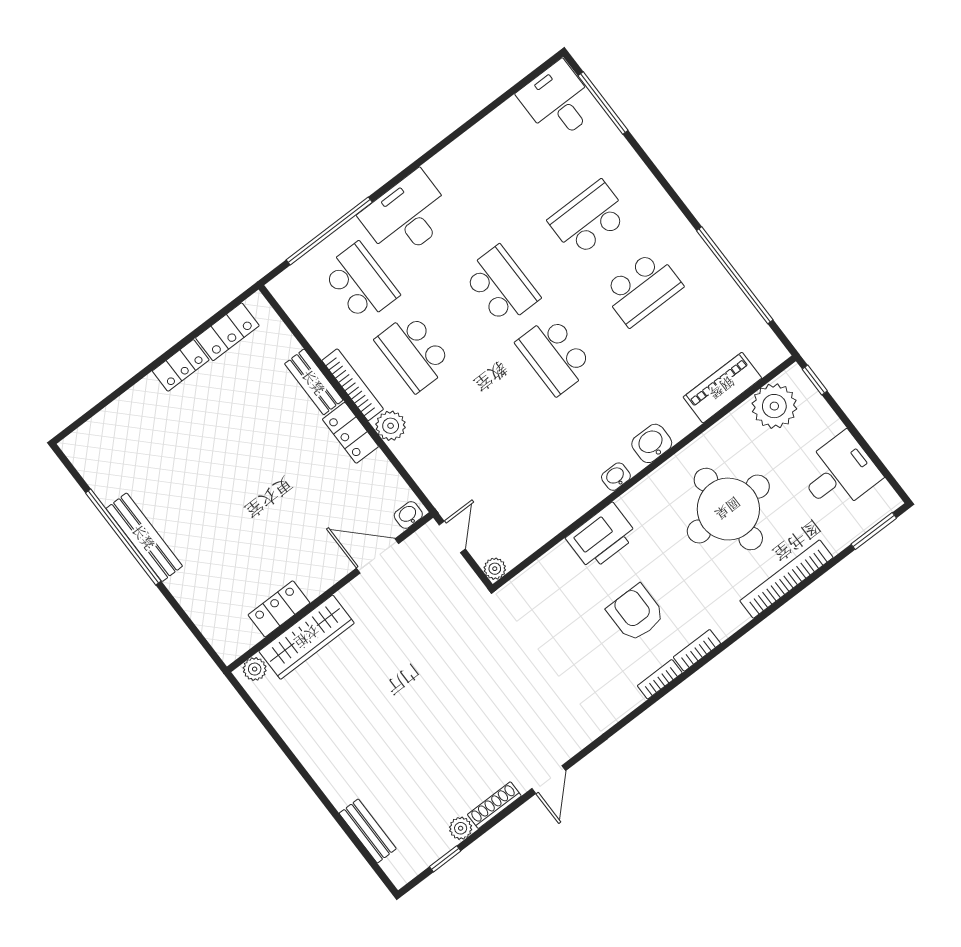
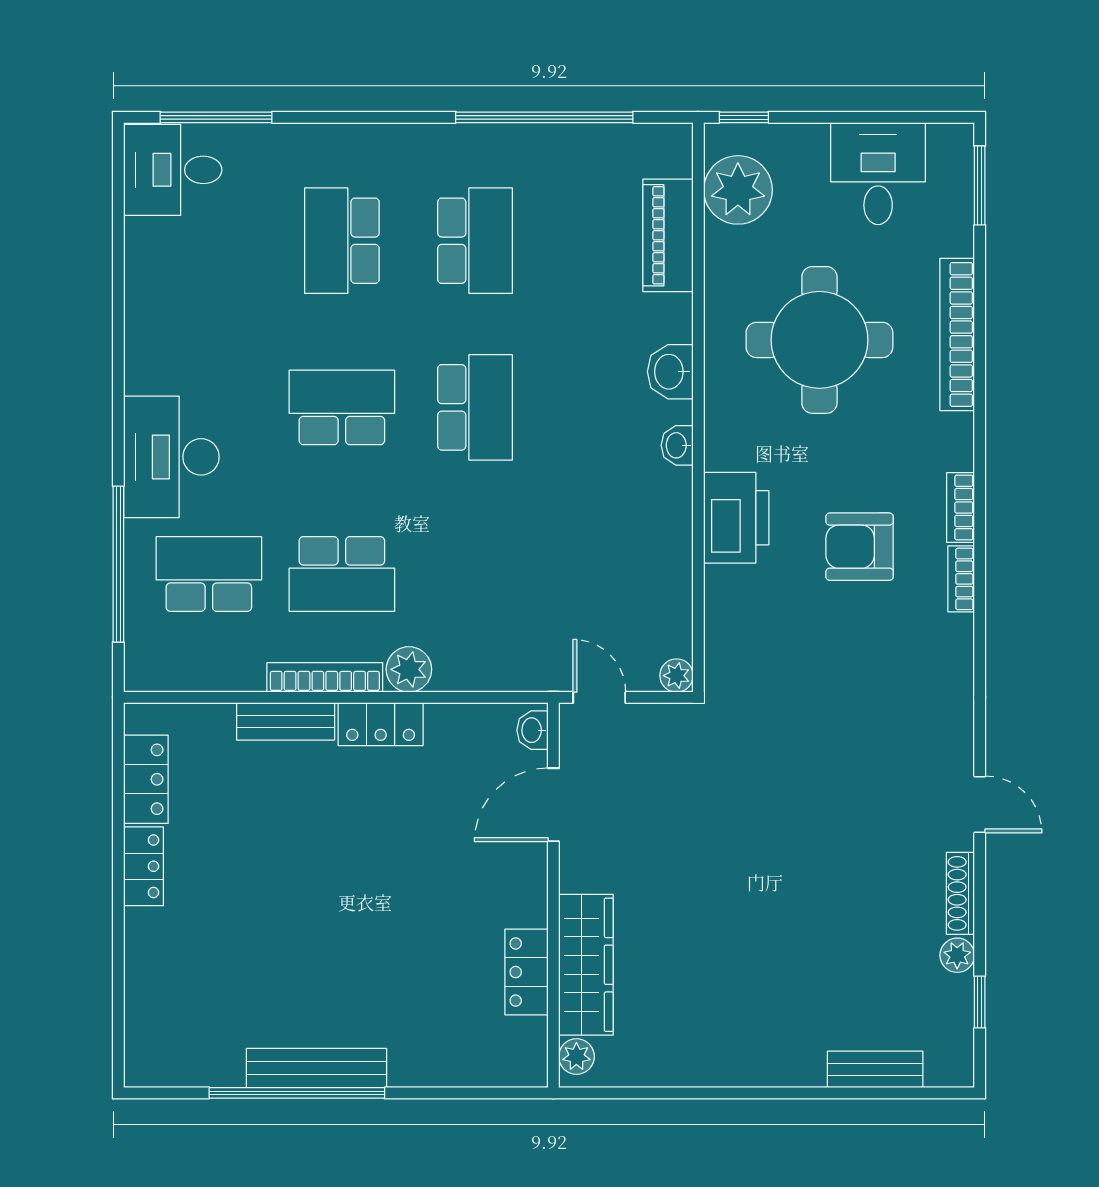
school desk: (555, 355) -> (475, 407), turned -90

